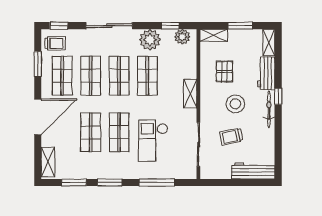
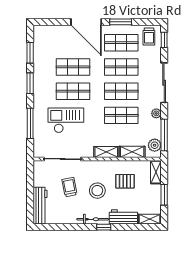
window: (170, 26) -> (164, 135), width x2.17
plant: (150, 40) -> (156, 113), width x0.53, depth x0.53
window: (38, 64) -> (121, 22), moved
shelving: (48, 162) -> (132, 152), moved

